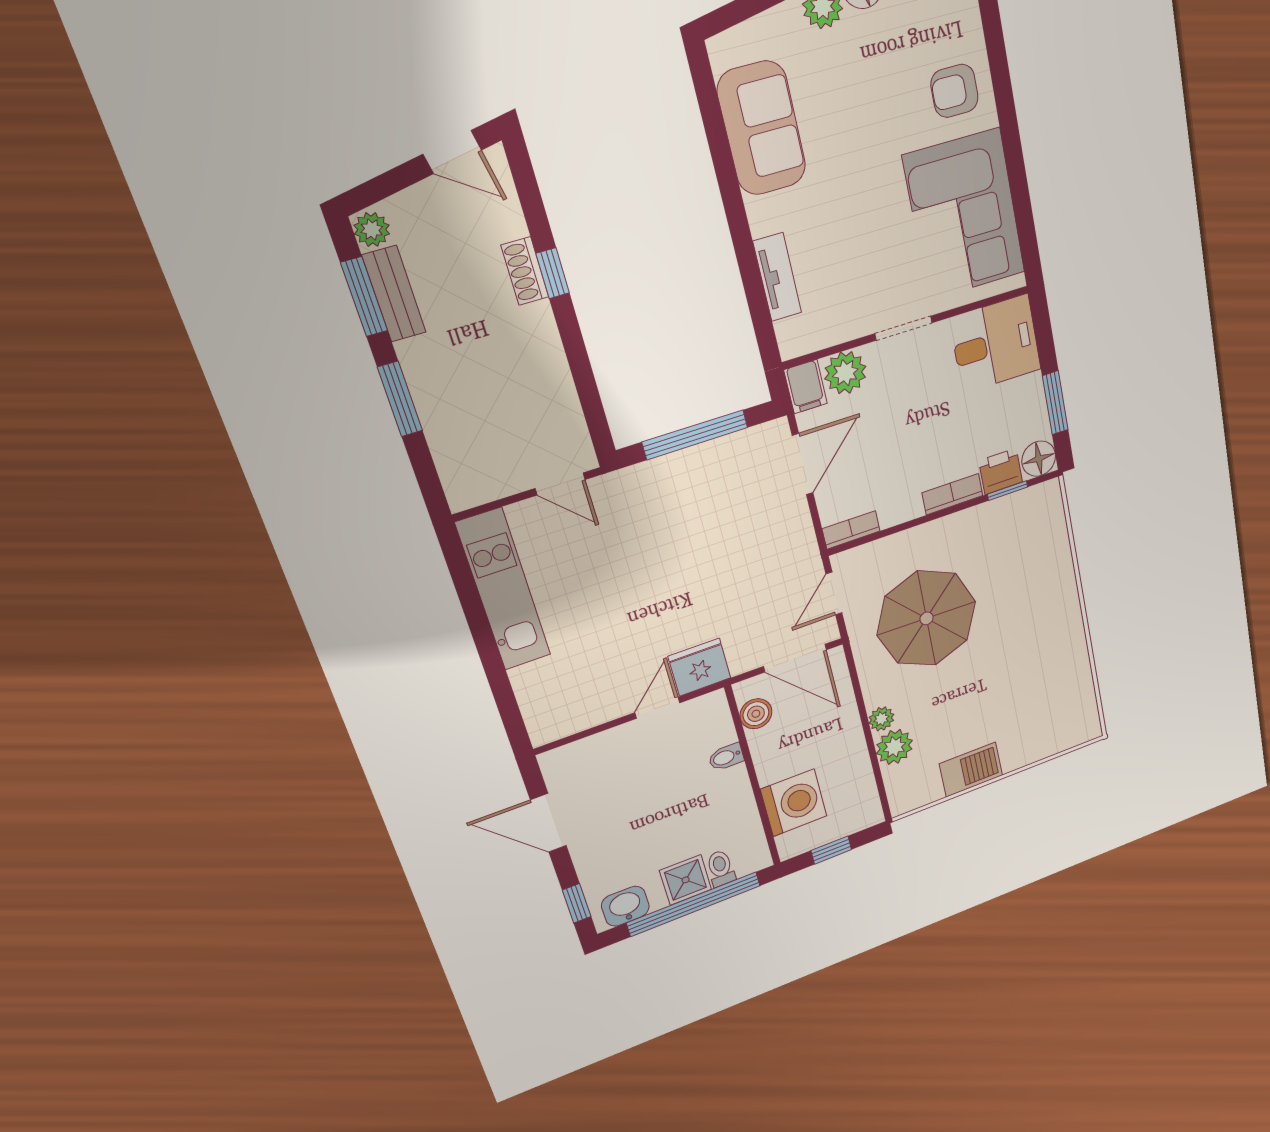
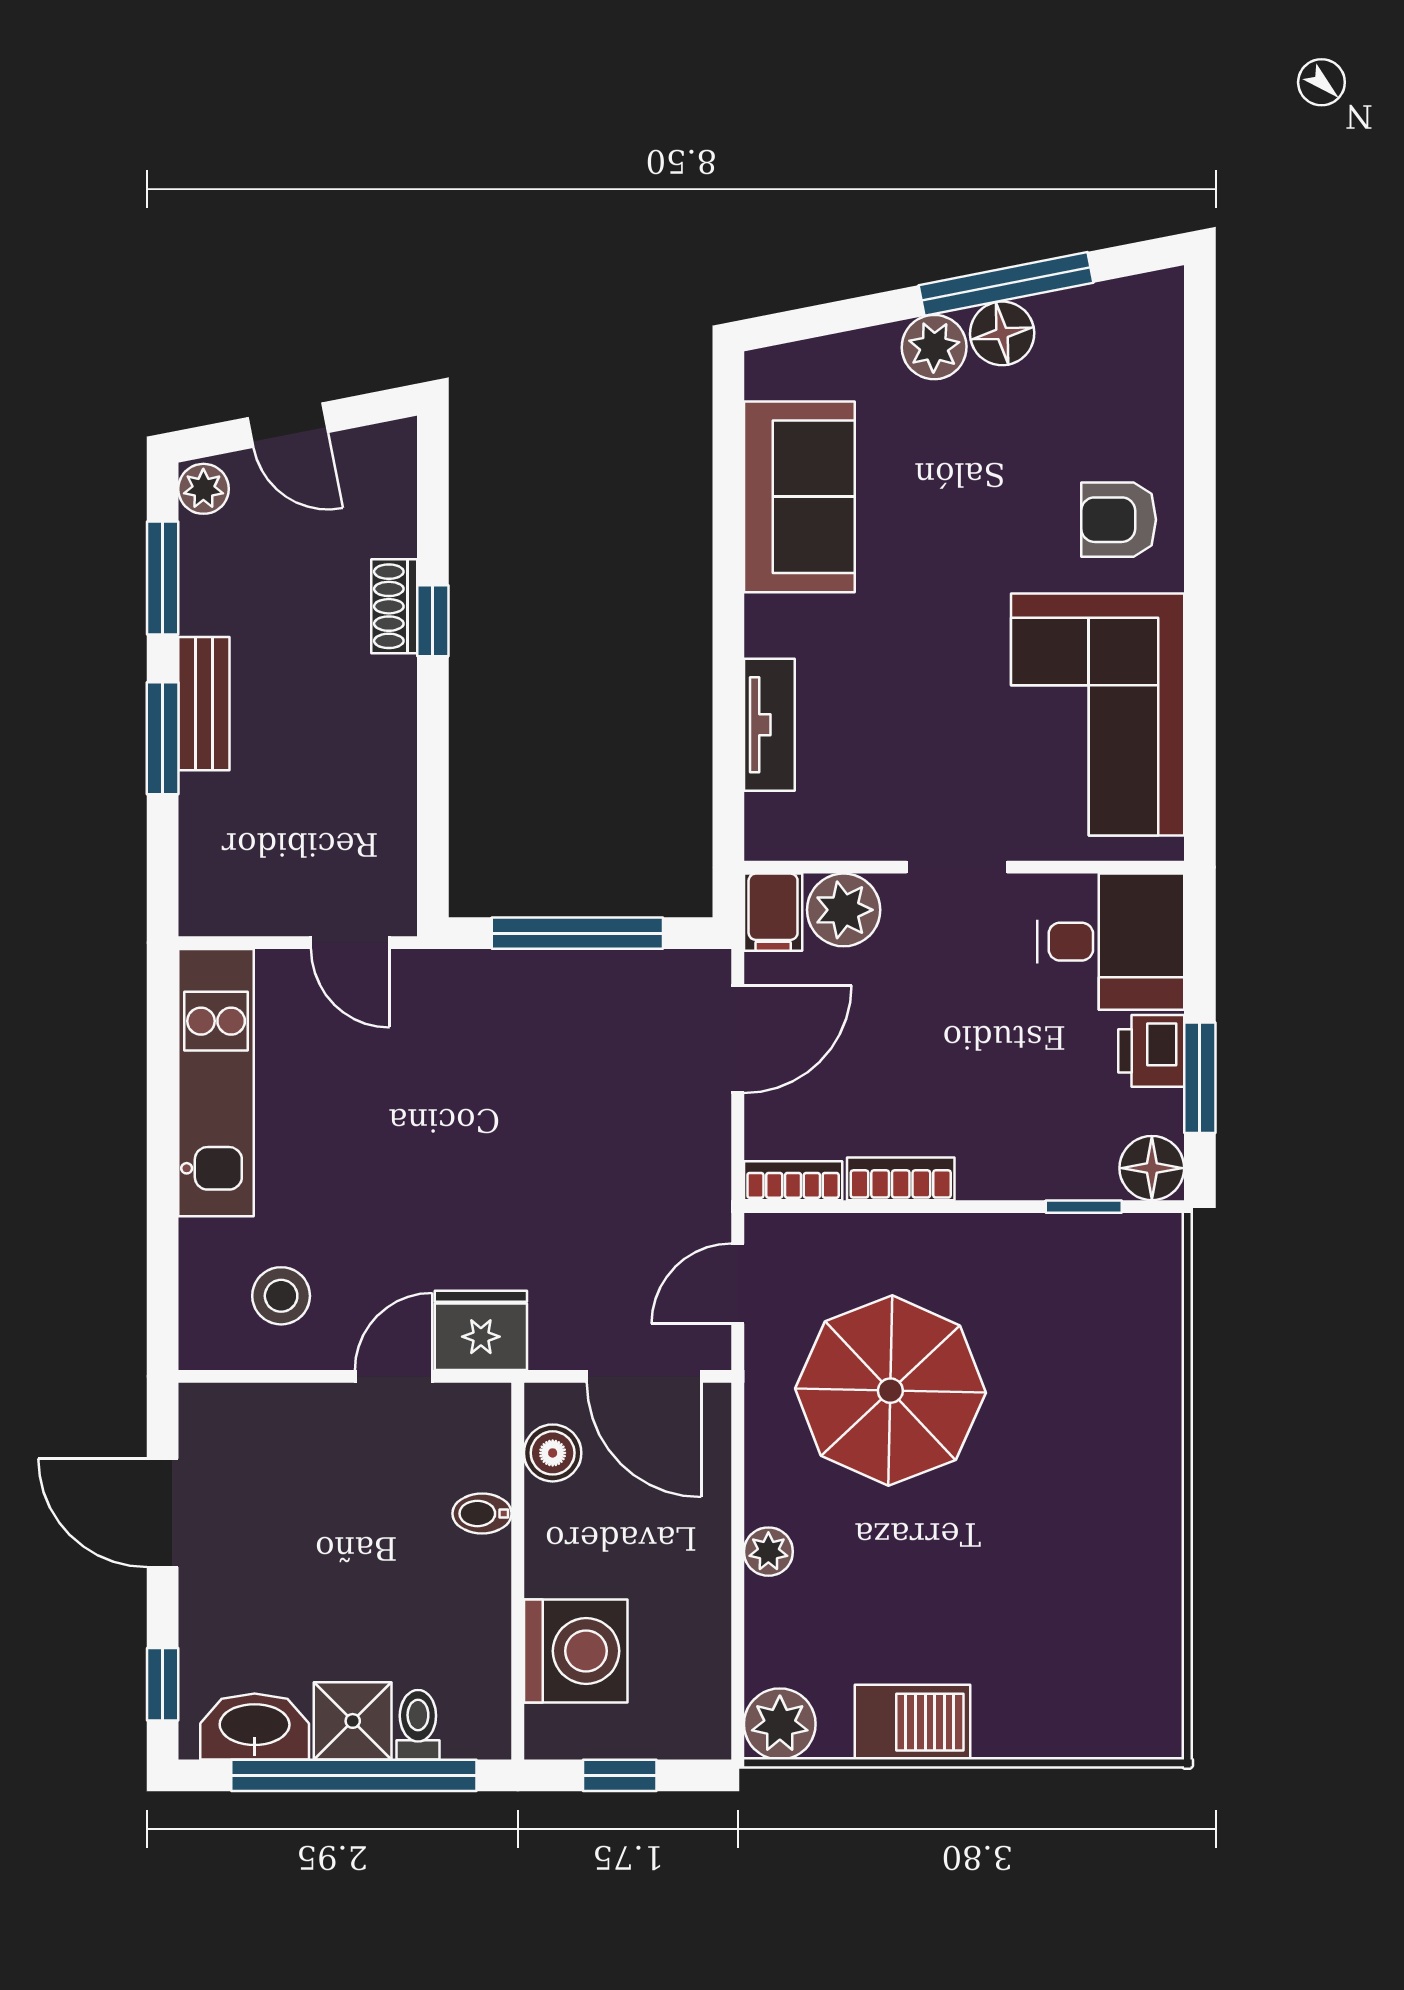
door: (452, 152) -> (288, 425), moved
bench: (394, 294) -> (204, 704), moved
printer: (1001, 471) -> (1151, 1051), moved, turned -90
bookcase: (952, 494) -> (901, 1179), moved
stool: (580, 690) -> (281, 1296), added
plant: (894, 747) -> (780, 1724), moved
washbasin: (625, 906) -> (255, 1727), width x1.38

